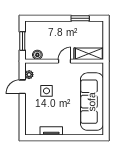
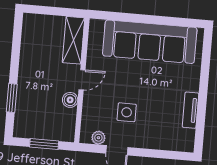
window: (80, 18) -> (12, 98), moved
boiler: (37, 55) -> (70, 100), moved
door: (64, 61) -> (82, 80), swing flipped

